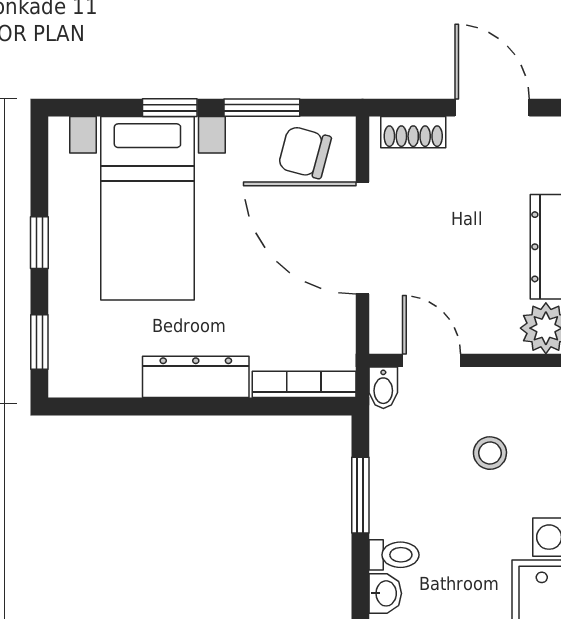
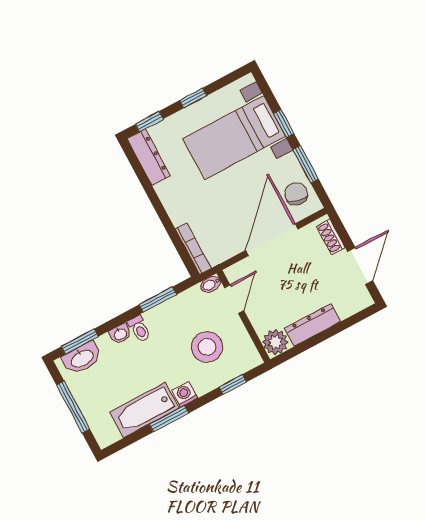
dresser: (196, 377) -> (149, 157), moved
stool: (490, 453) -> (207, 347), width x1.89, depth x1.89

